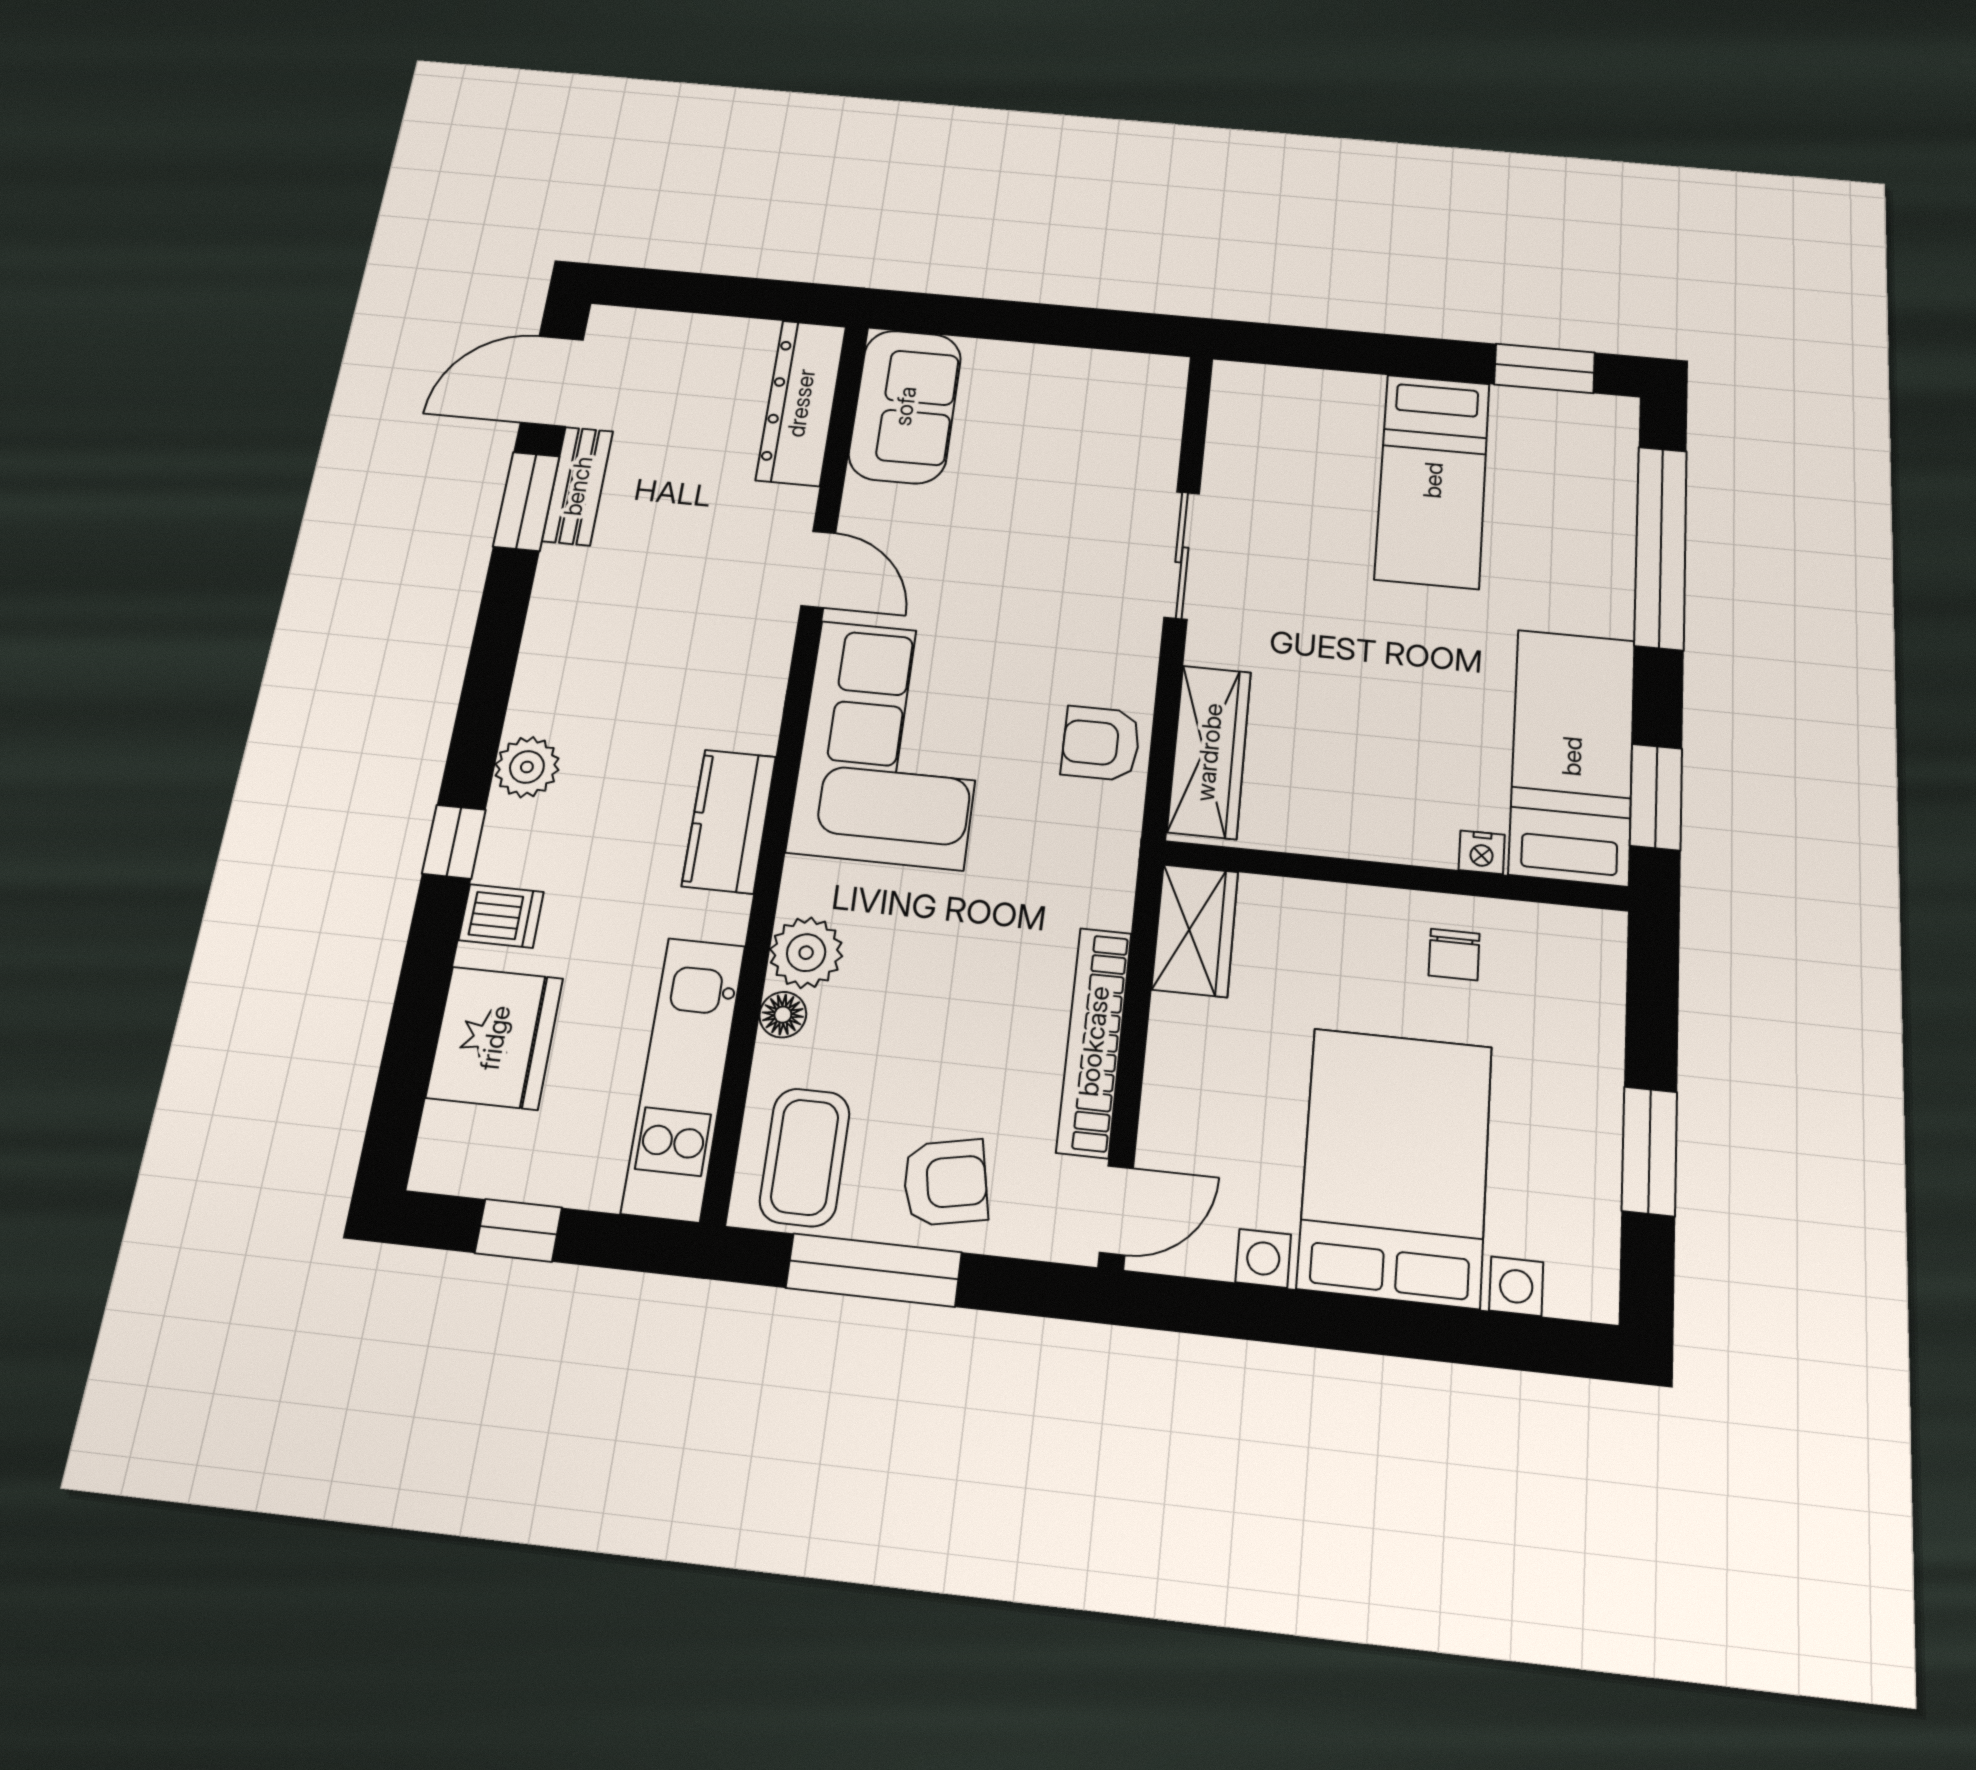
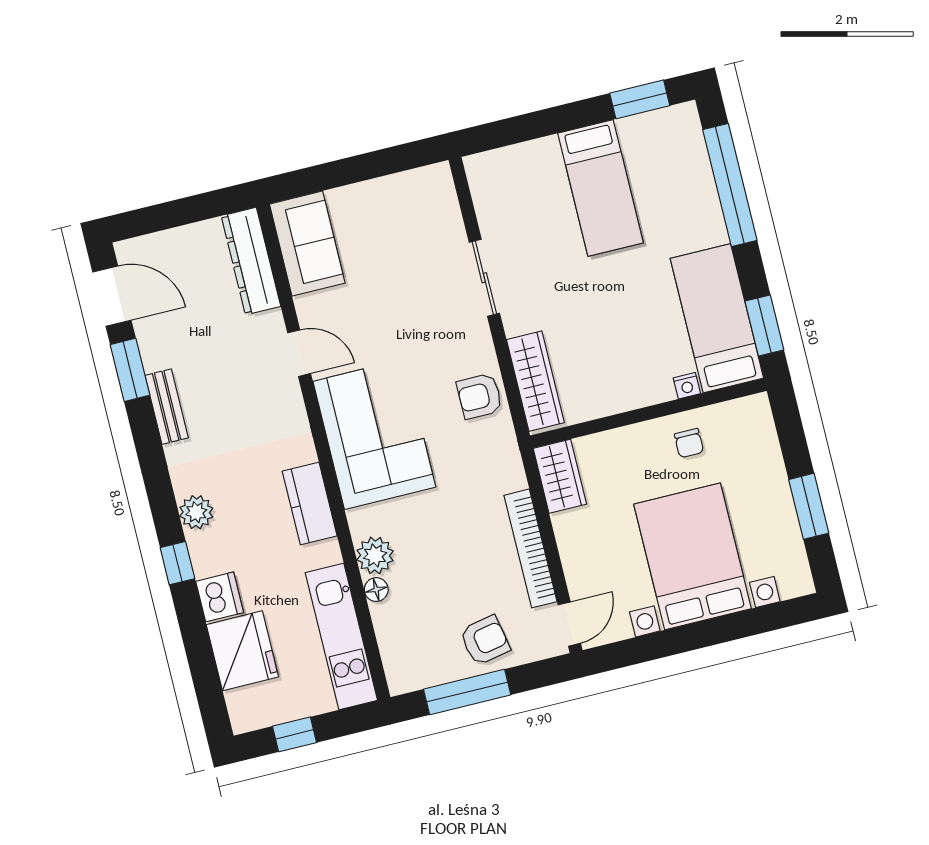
door: (552, 381) -> (112, 296), swing flipped
bench: (578, 486) -> (167, 407), moved
dishwasher: (501, 916) -> (220, 597), width x1.38
coffee table: (805, 1157) -> (414, 653), removed

